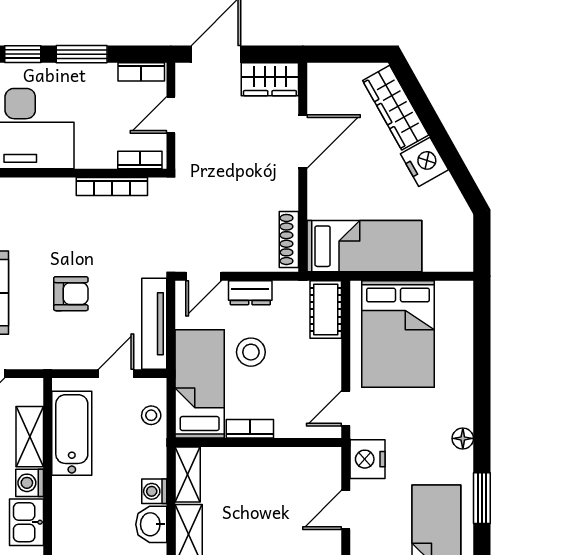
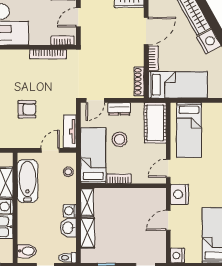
bookcase: (317, 194) -> (153, 58), added
cot: (326, 309) -> (155, 123), width x1.37, depth x1.34
tv unit: (154, 324) -> (70, 132), width x0.71
bed: (398, 334) -> (189, 130), width x0.67

